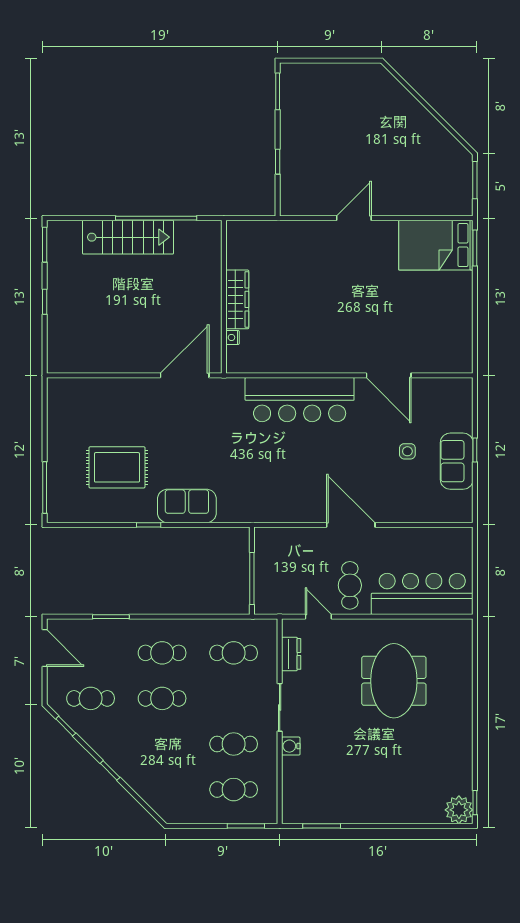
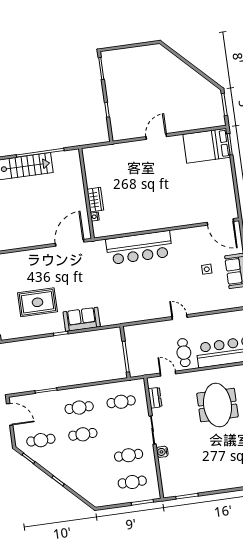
wardrobe: (237, 299) -> (95, 200), width x0.67
door: (389, 375) -> (220, 222), moved
door: (351, 525) -> (179, 317), width x0.53

